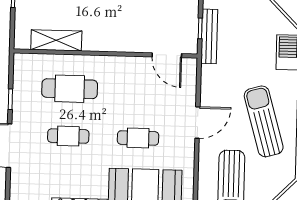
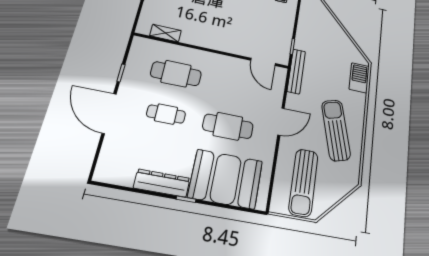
bench: (209, 36) -> (296, 71), moved
shelving: (56, 40) -> (165, 33), width x0.67, depth x0.75
cafe table: (138, 138) -> (228, 126), width x1.37, depth x1.35

